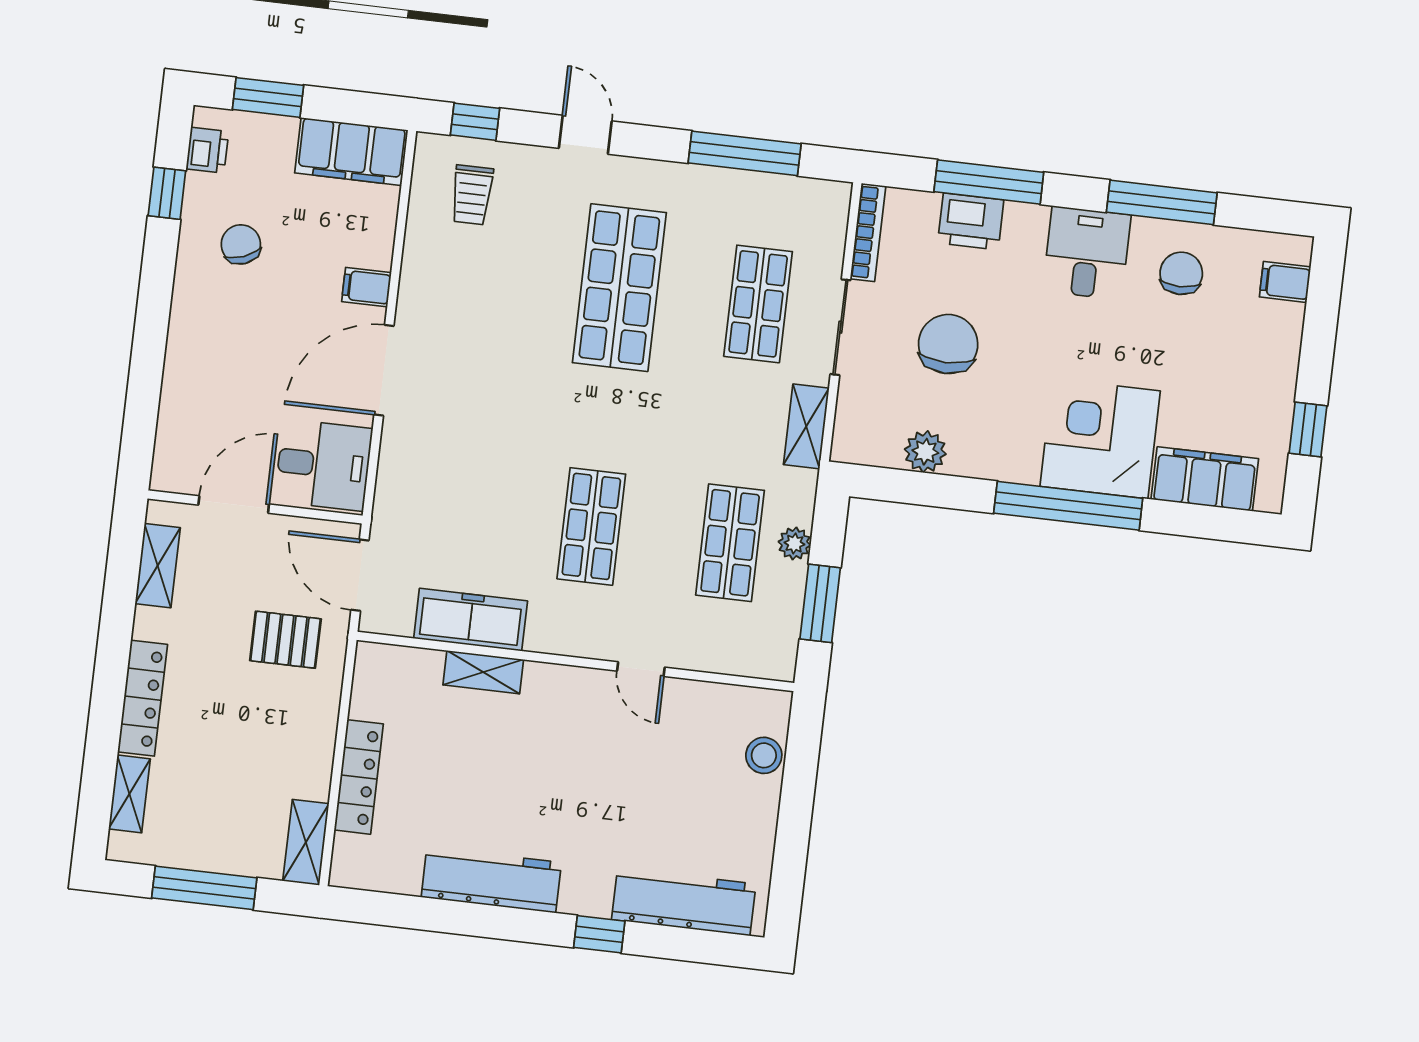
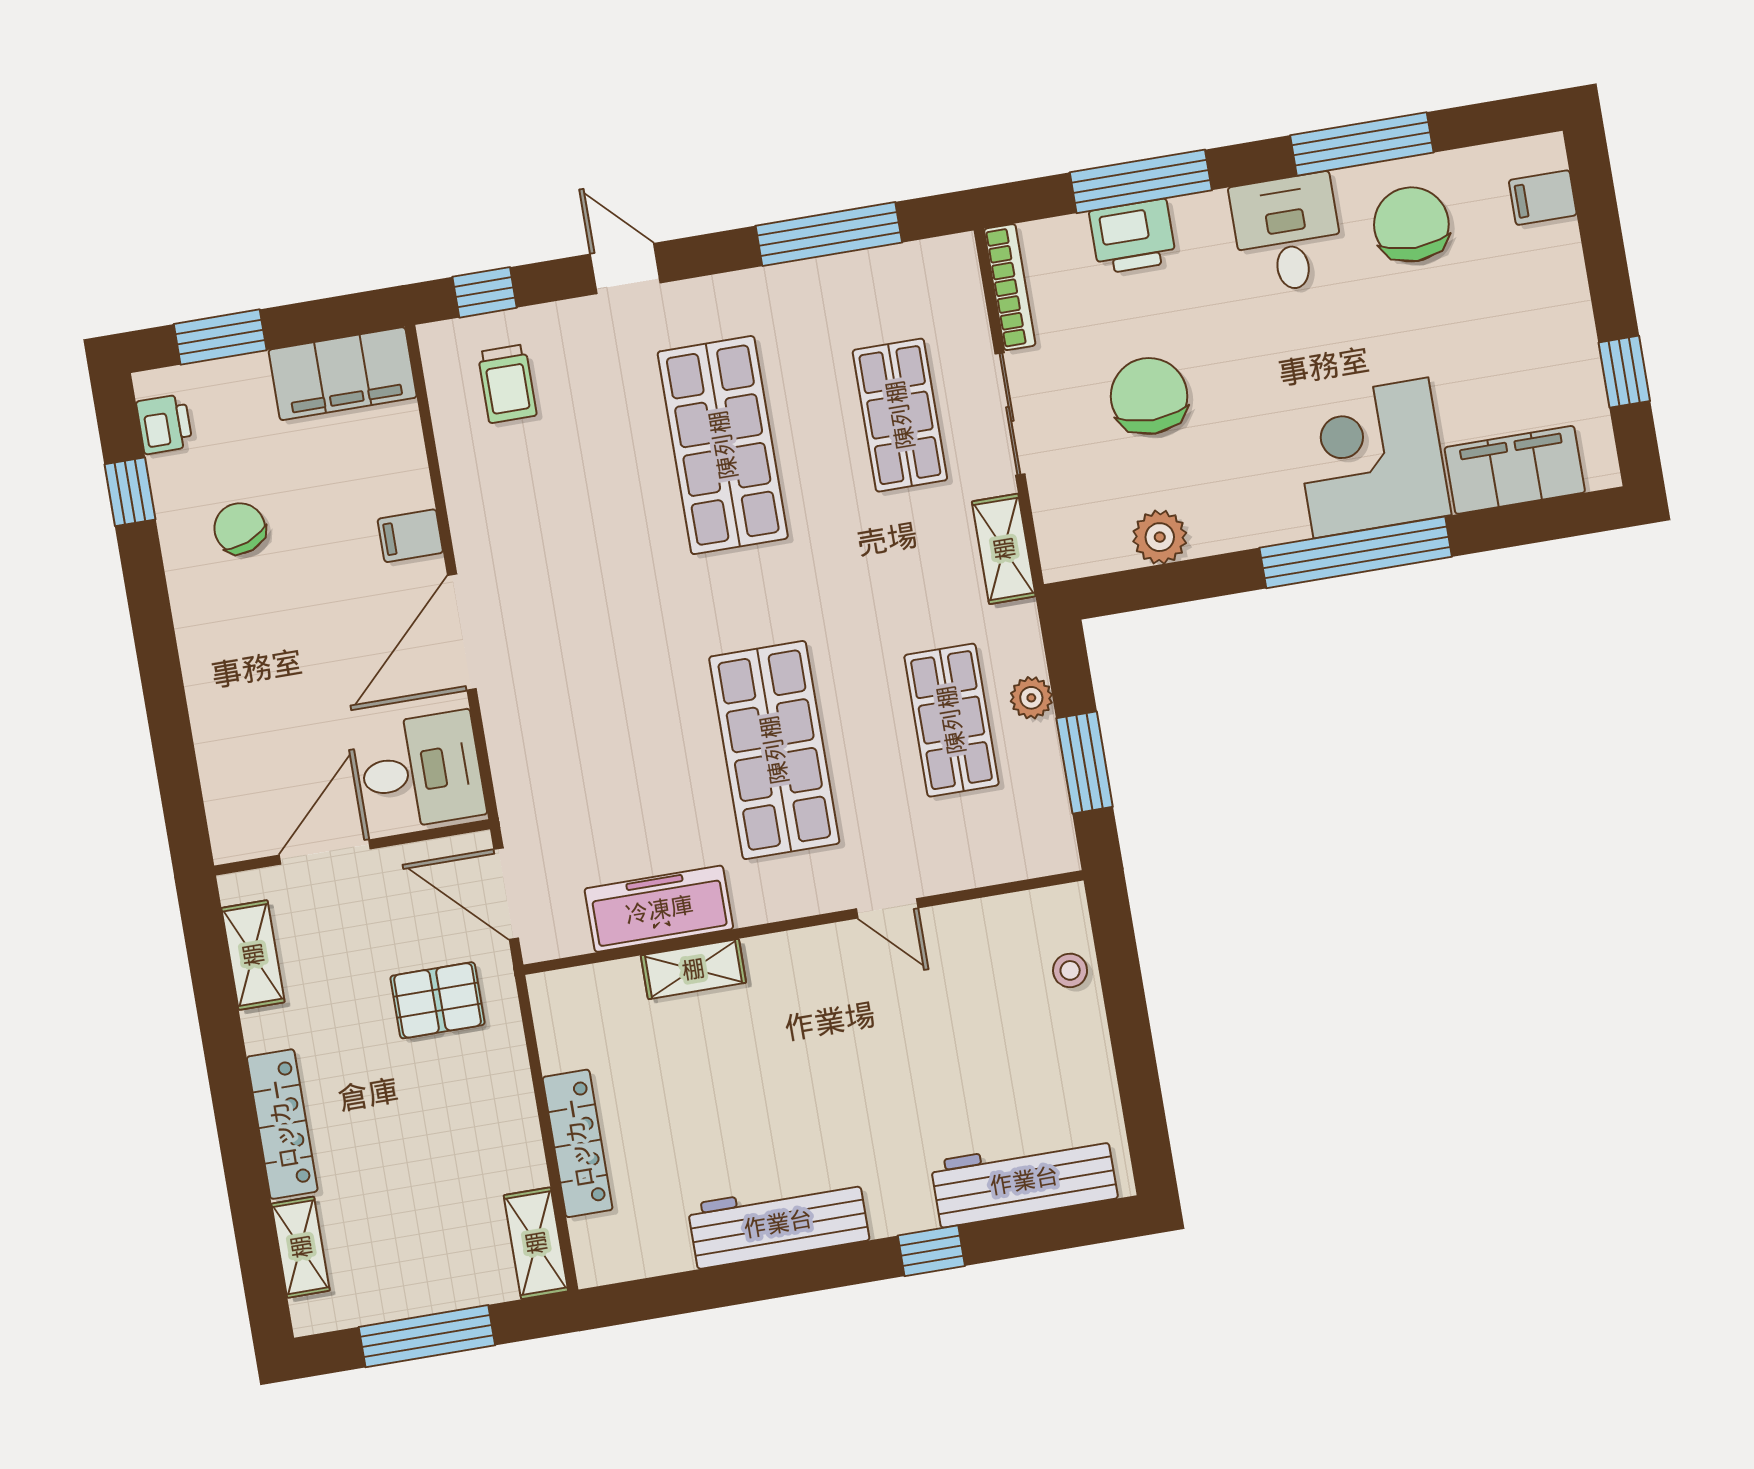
chair: (1181, 273) -> (1411, 224), width x1.37, depth x1.37
shop shelf: (591, 526) -> (774, 750), width x1.43, depth x1.36
stool: (764, 755) -> (1070, 970), width x0.73, depth x0.73

